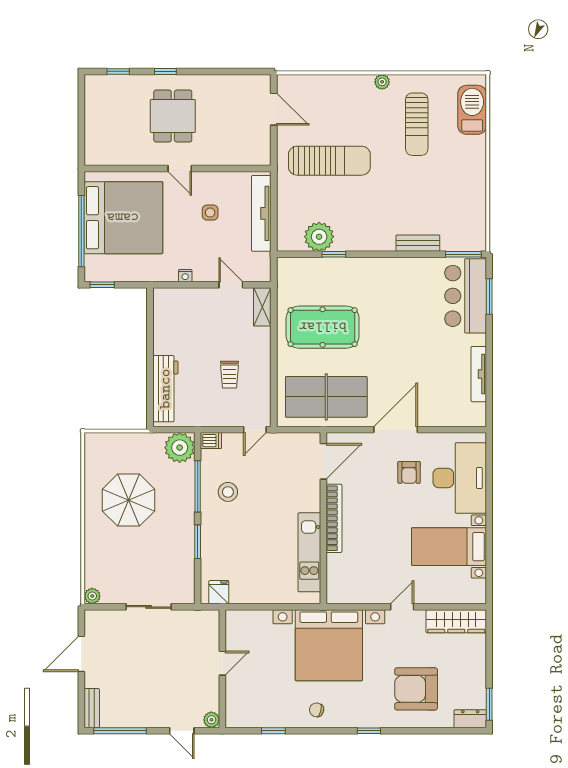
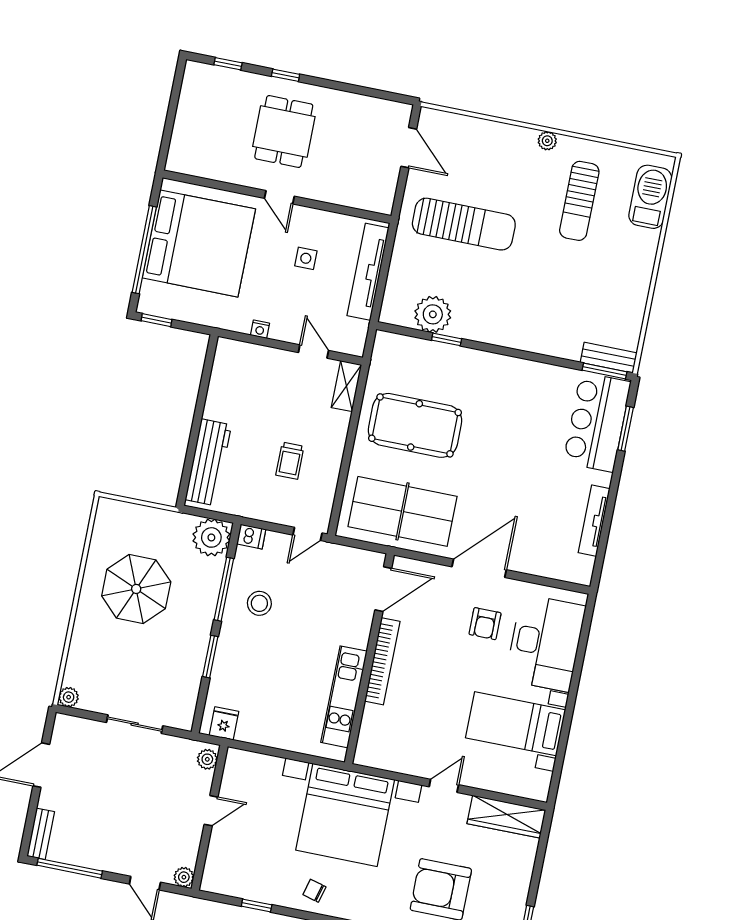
bench: (418, 243) -> (609, 358), moved
plant: (211, 623) -> (207, 759), added

